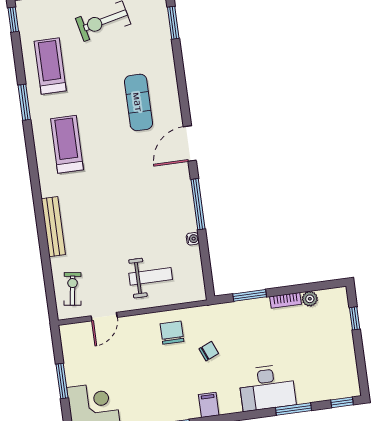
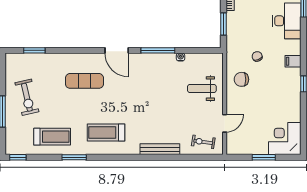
treadmill: (50, 66) -> (52, 137), turned 180
weight bench: (151, 276) -> (202, 89), turned -90
door: (104, 317) -> (225, 123), hinge flipped

